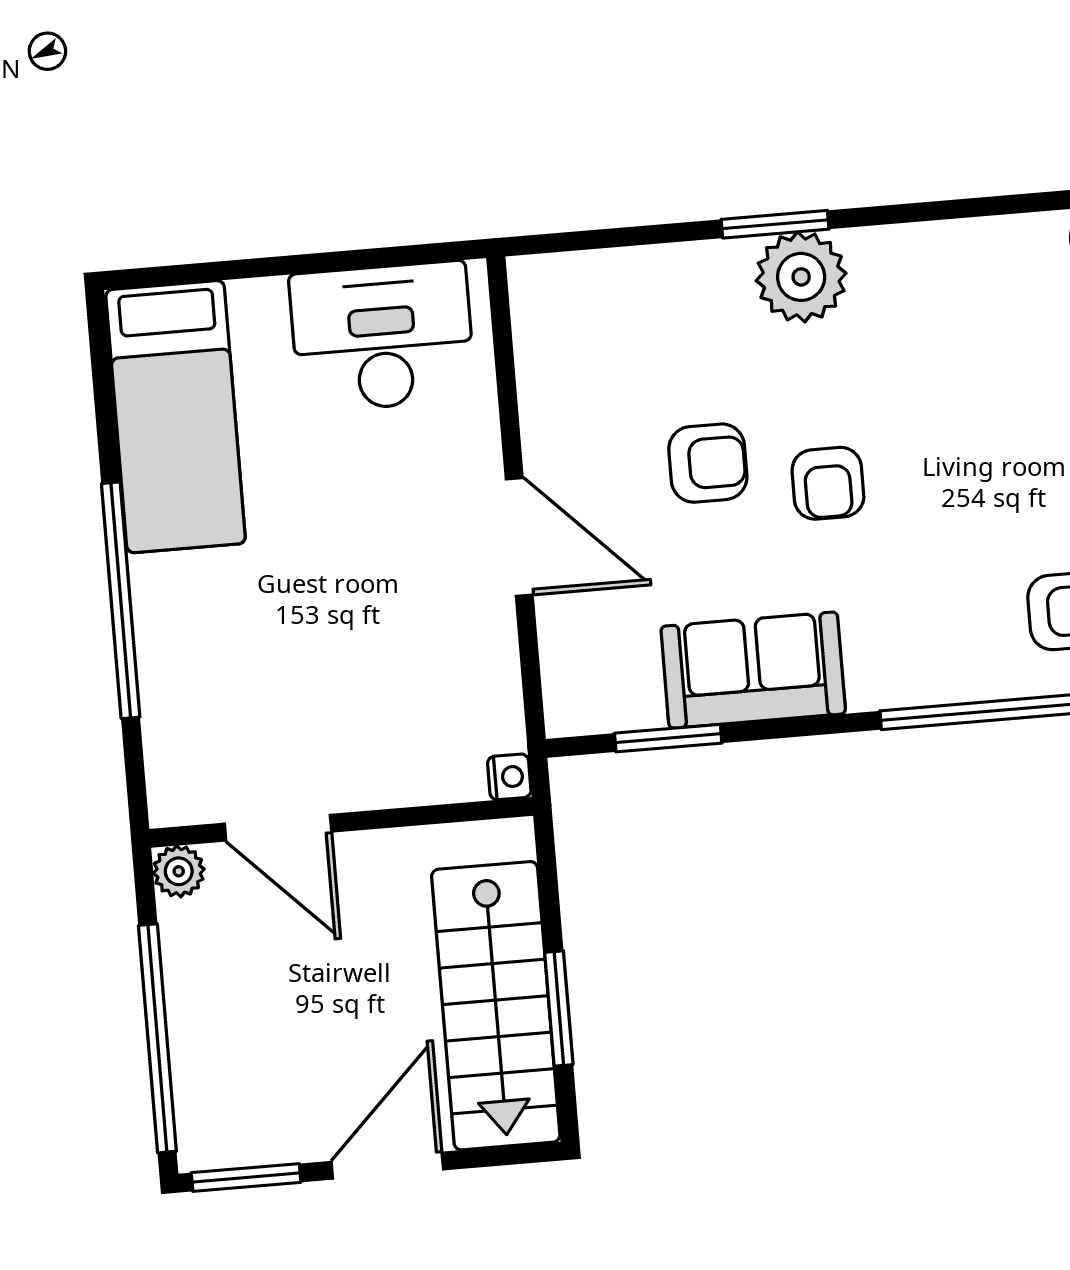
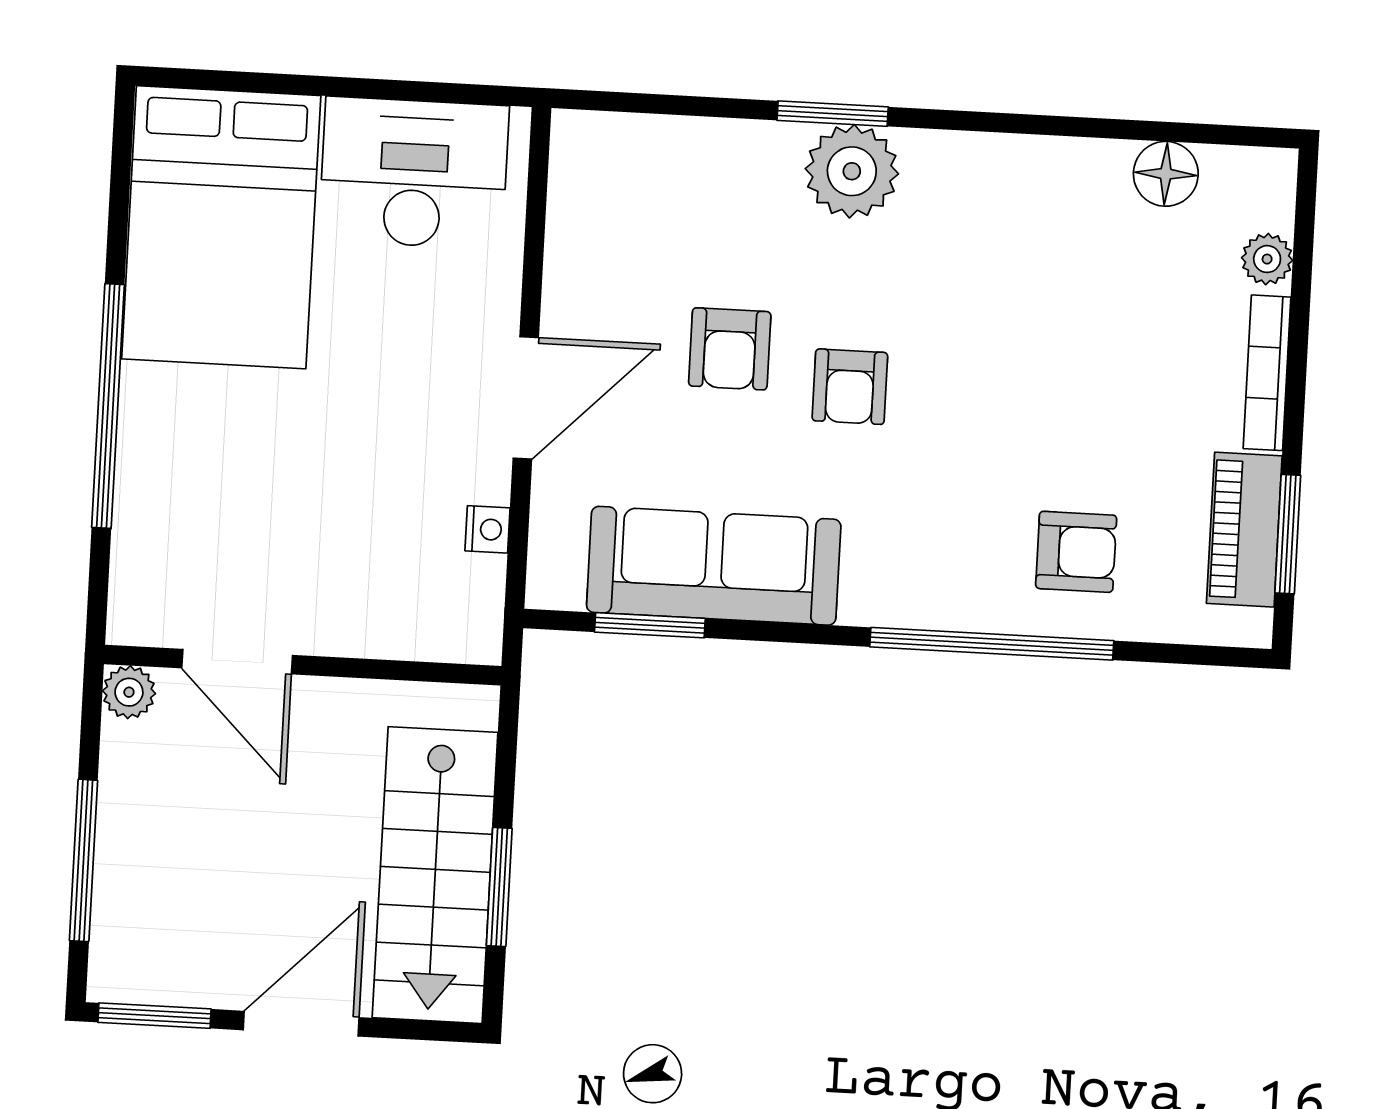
bed: (176, 417) -> (221, 227), width x1.50
armchair: (708, 463) -> (730, 349), turned 90
door: (519, 537) -> (526, 398), hinge flipped
sofa: (753, 670) -> (714, 566), width x1.36
nightstand: (509, 777) -> (487, 529), moved
window: (157, 1038) -> (83, 860), width x0.68

